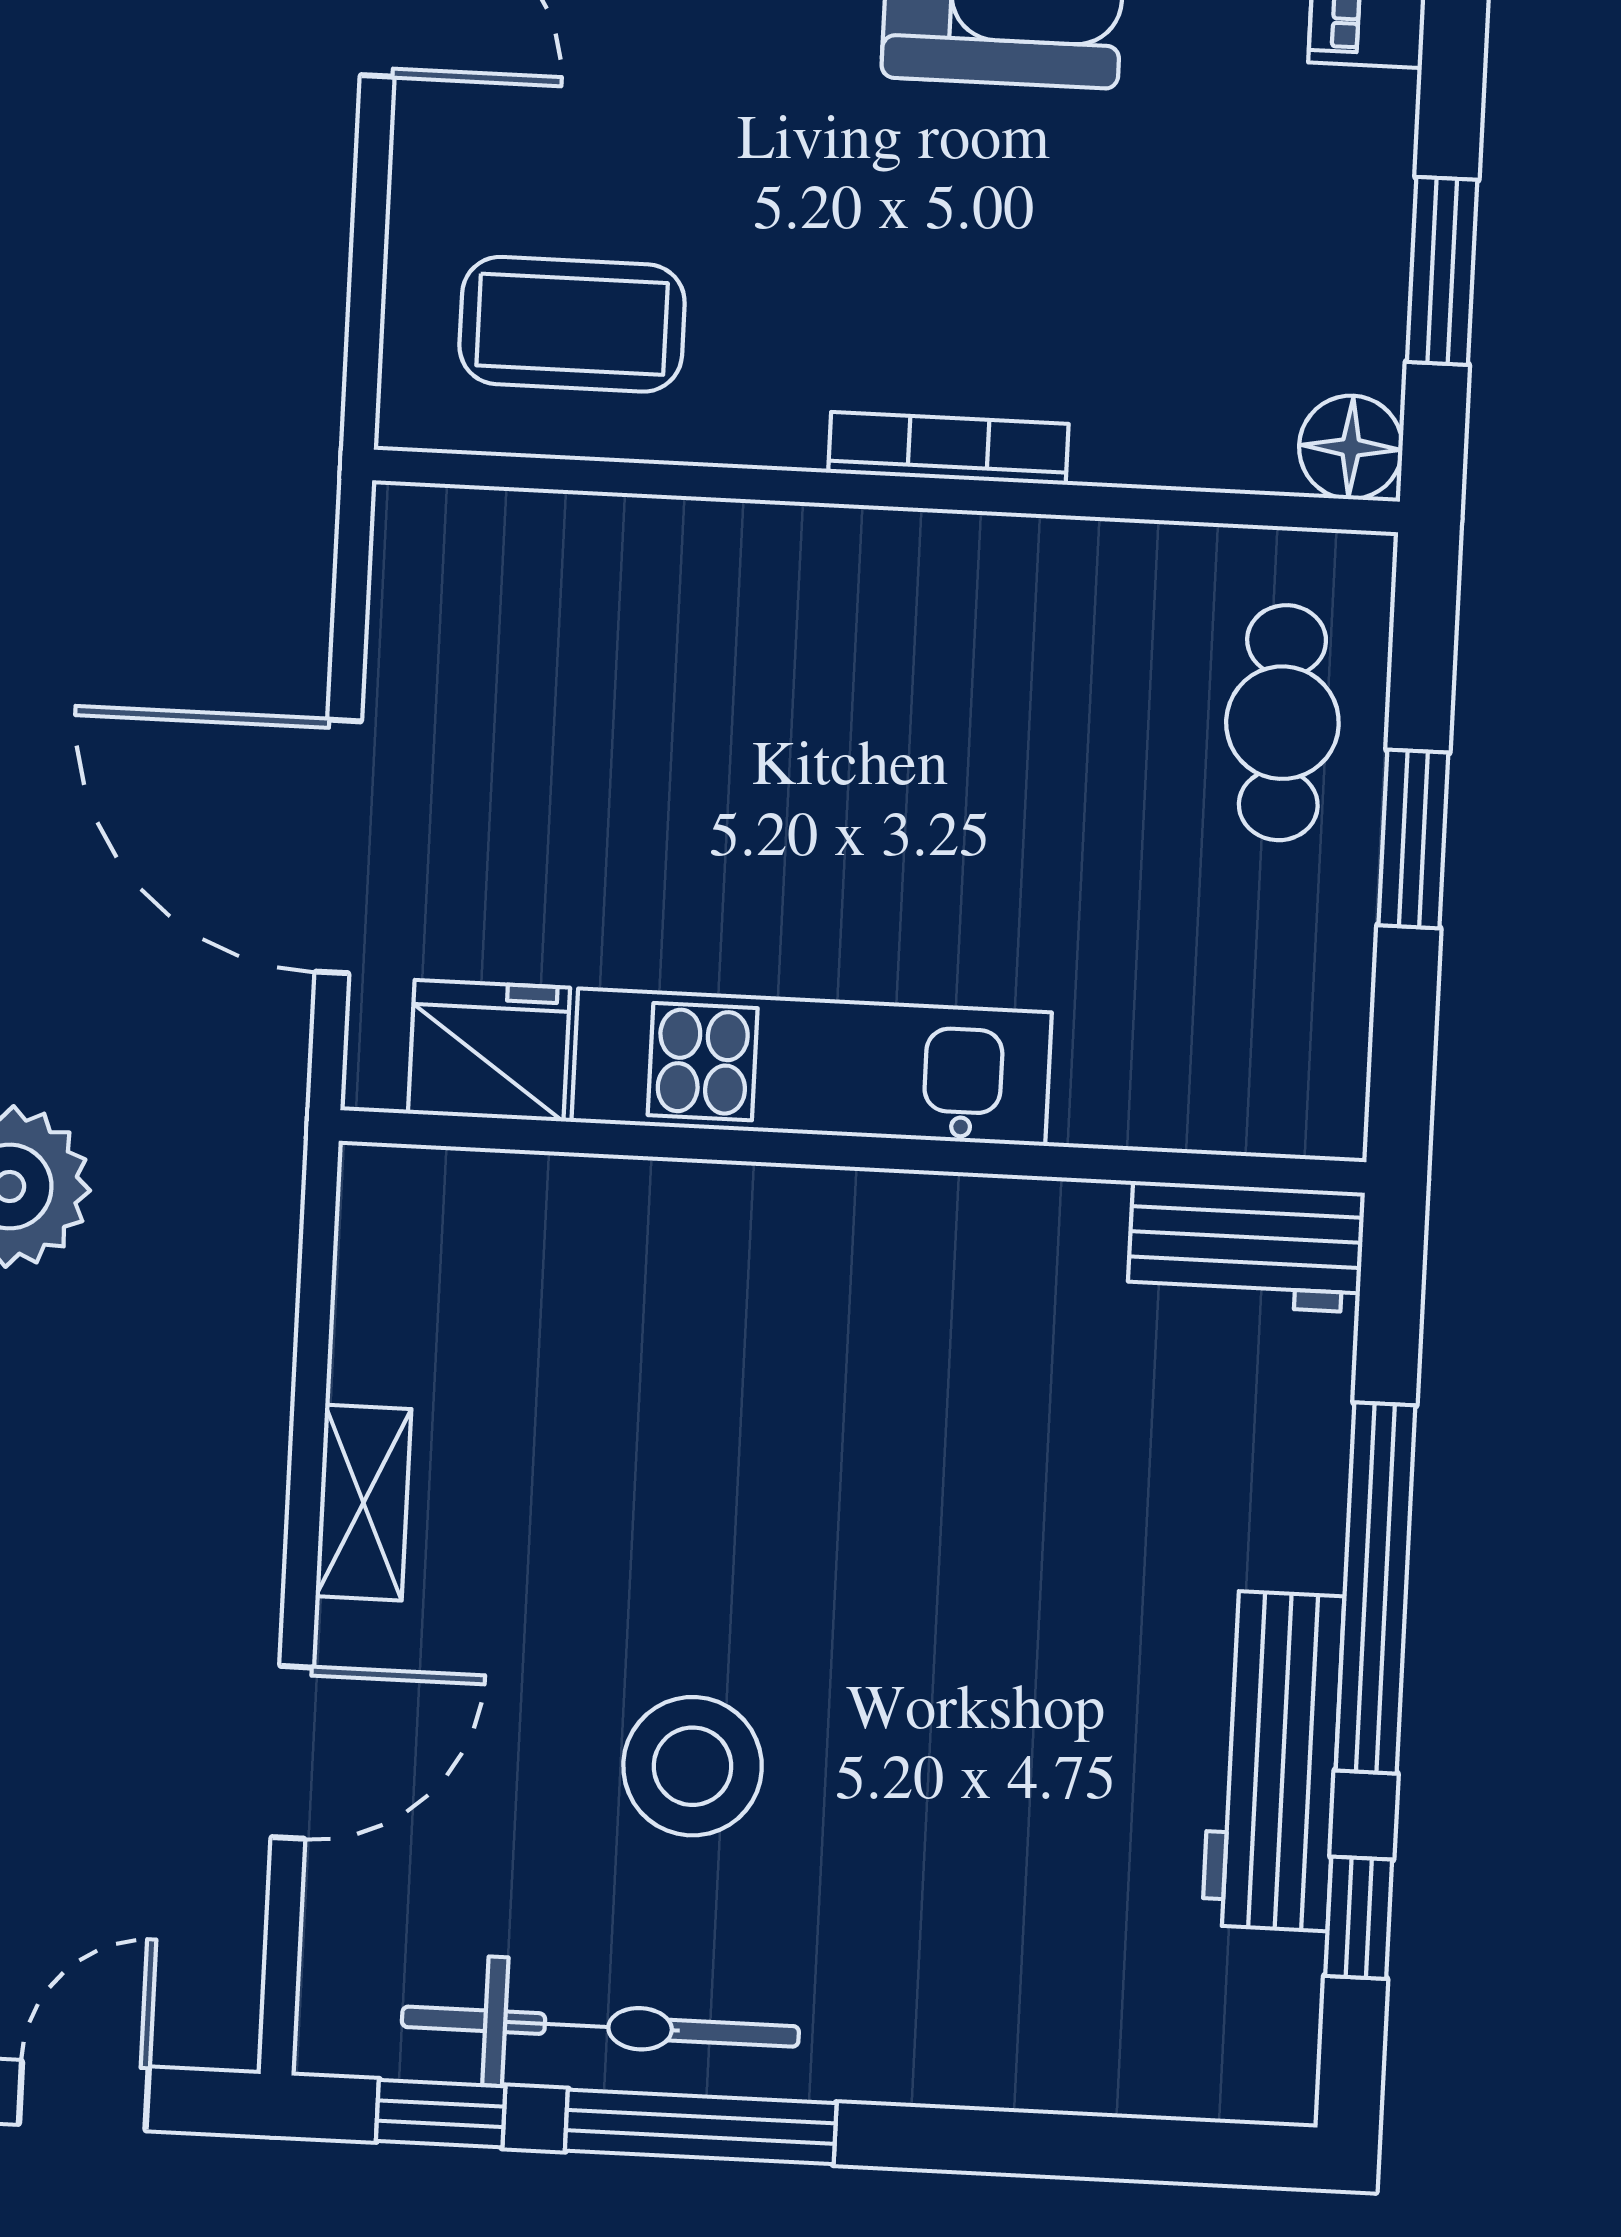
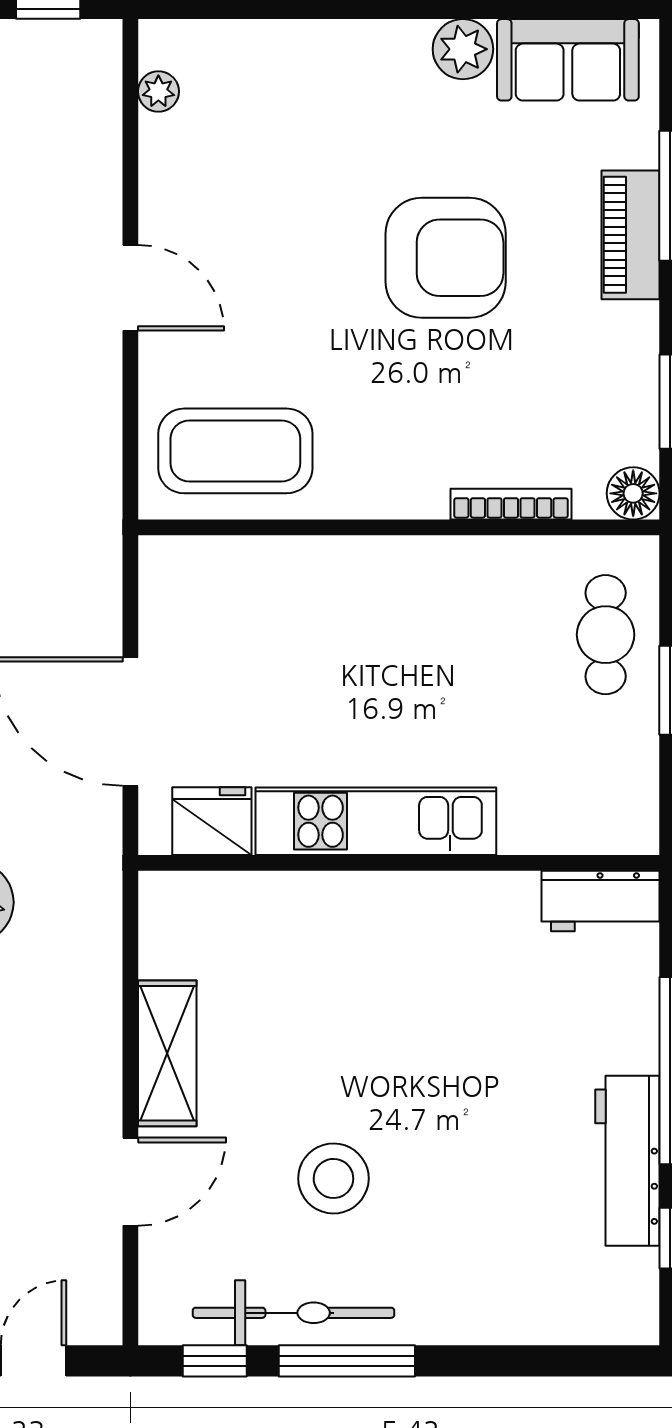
coffee table: (572, 324) -> (235, 451), width x1.36, depth x1.32
bookcase: (948, 448) -> (511, 504), moved
shelving: (363, 1503) -> (167, 1053), width x1.50, depth x1.33

